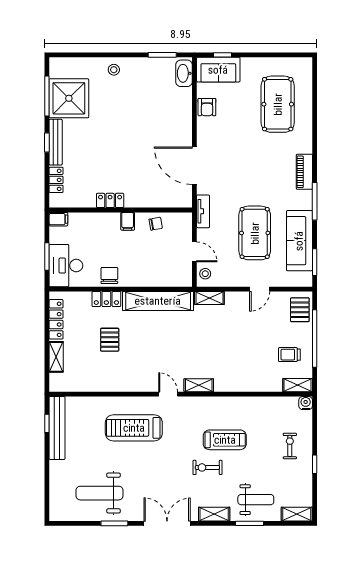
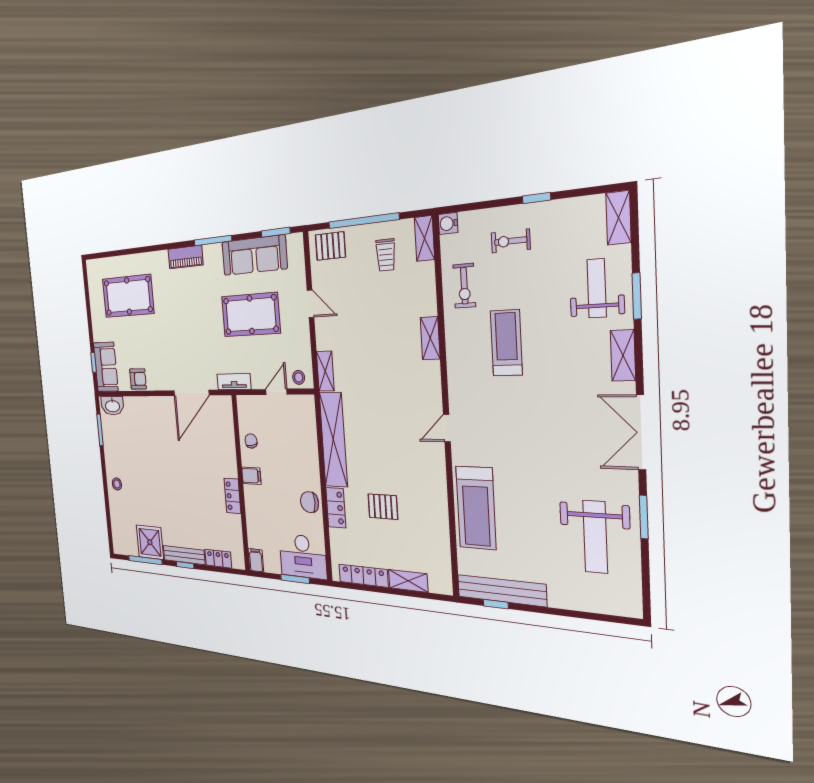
shower: (69, 98) -> (150, 542), width x0.73, depth x0.73
shelving: (199, 385) -> (430, 338), moved
treadmill: (134, 428) -> (476, 508), moved
exercise bike: (207, 467) -> (464, 286), moved

